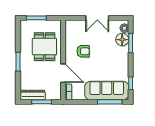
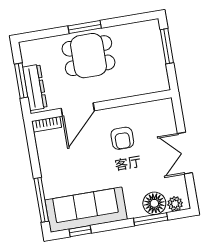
dining table: (44, 47) -> (88, 56), moved
sofa: (107, 91) -> (86, 210), moved, turned -90
dresser: (33, 95) -> (35, 87), moved

